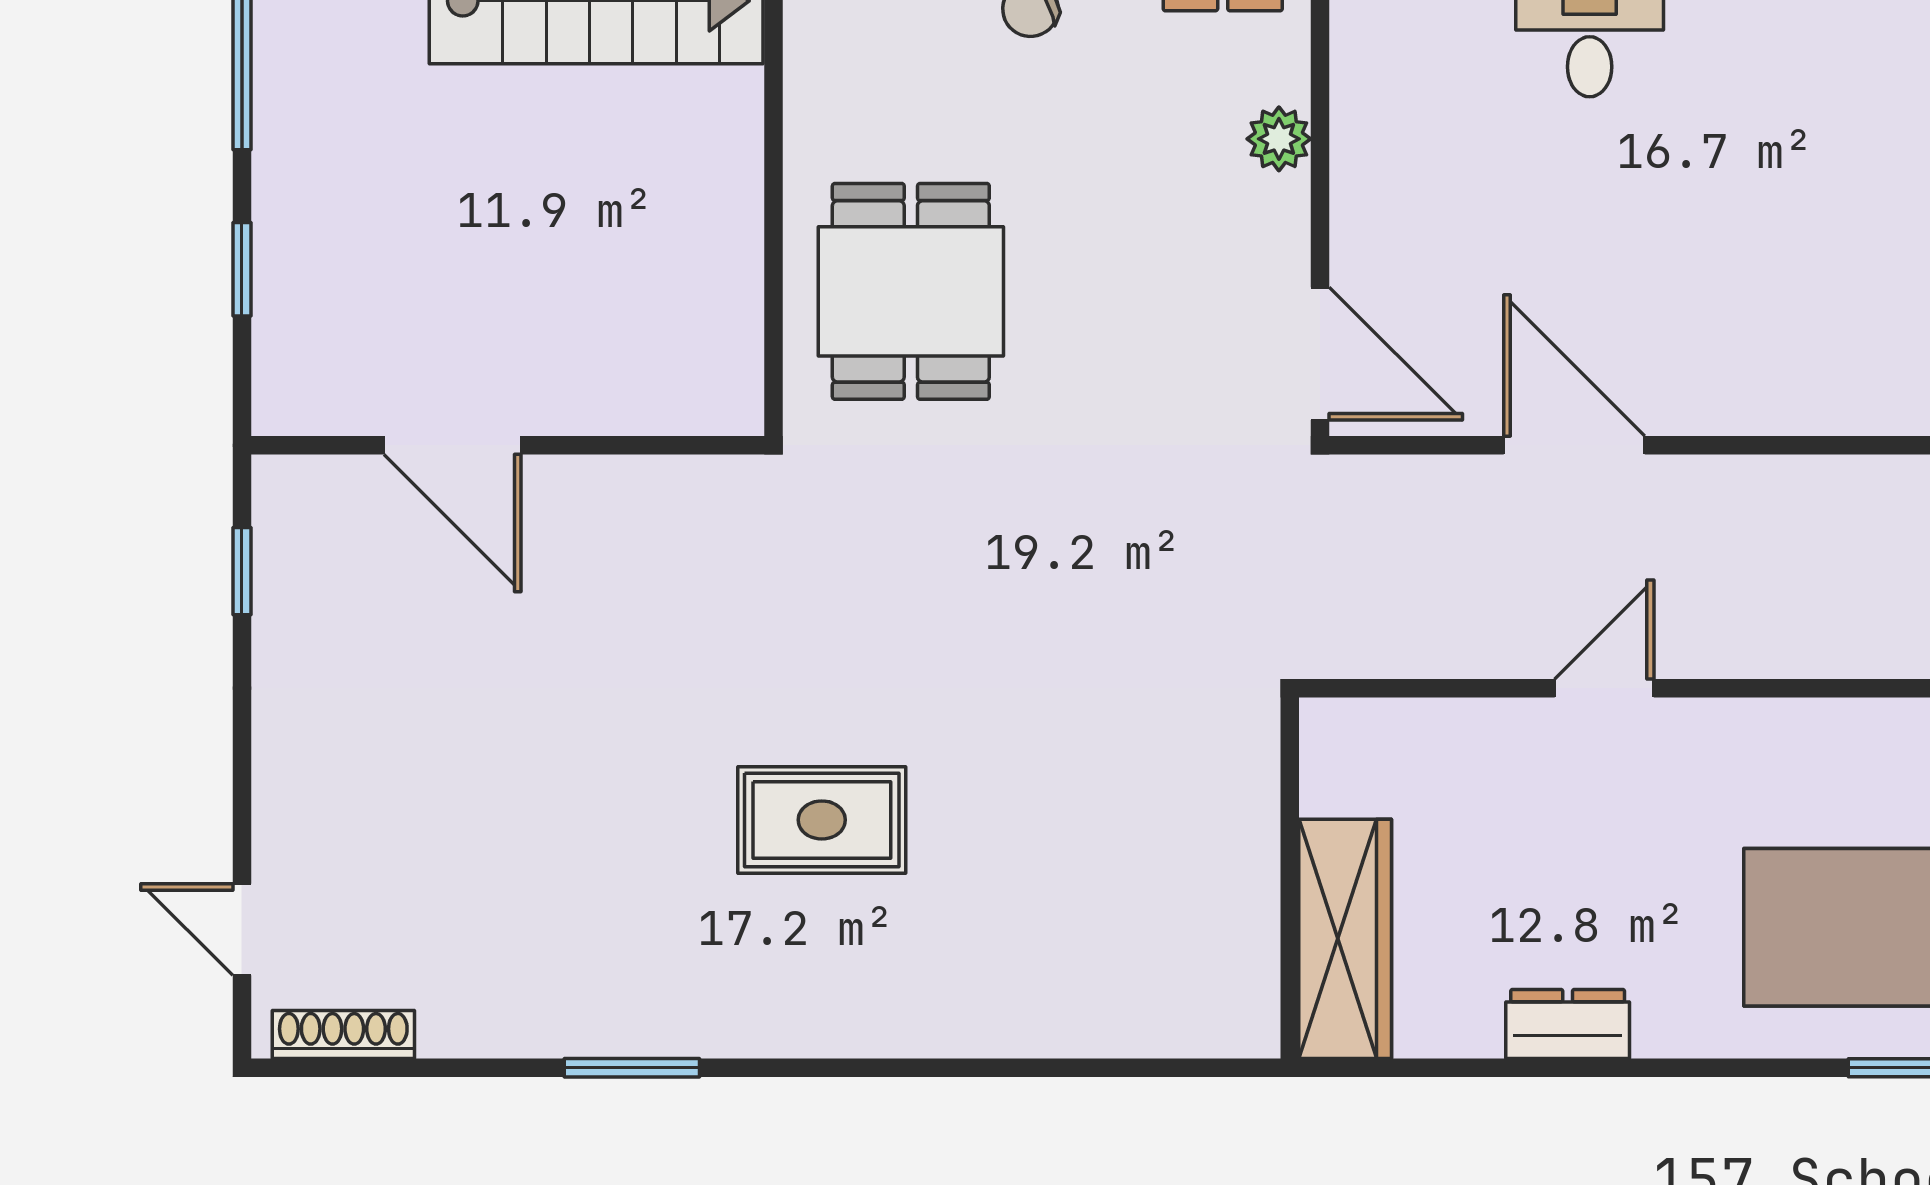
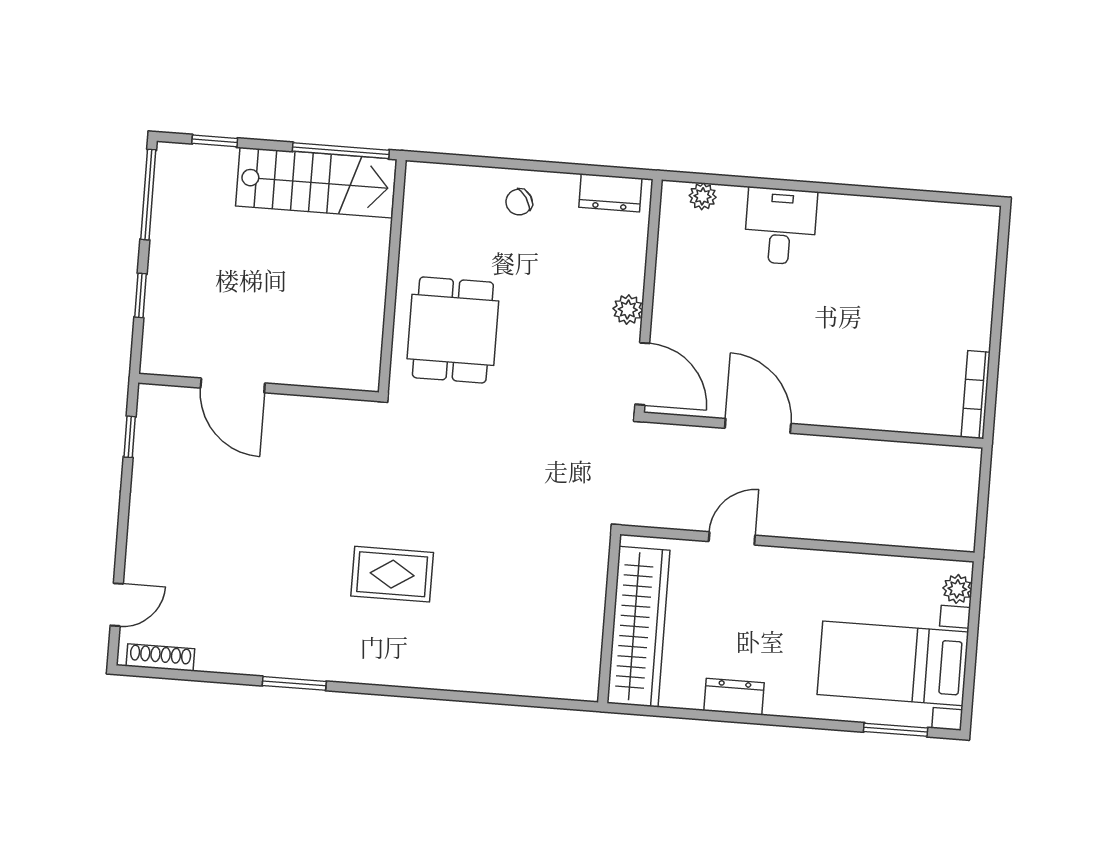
plant: (1279, 139) -> (628, 310), moved
door: (1604, 688) -> (732, 538), moved
door: (242, 930) -> (117, 605), swing flipped
wardrobe: (1345, 939) -> (638, 627), width x1.40, depth x1.17

